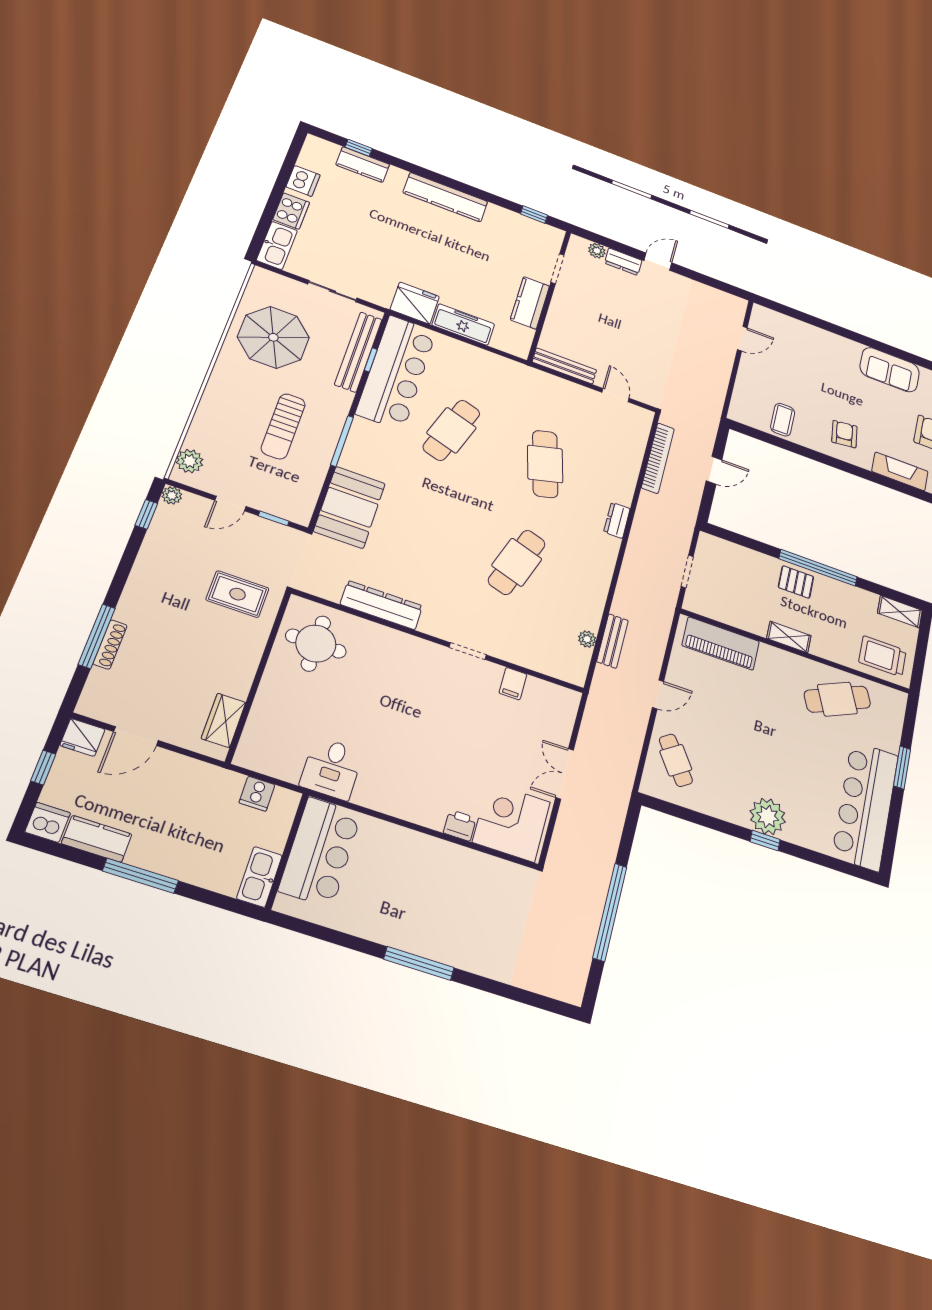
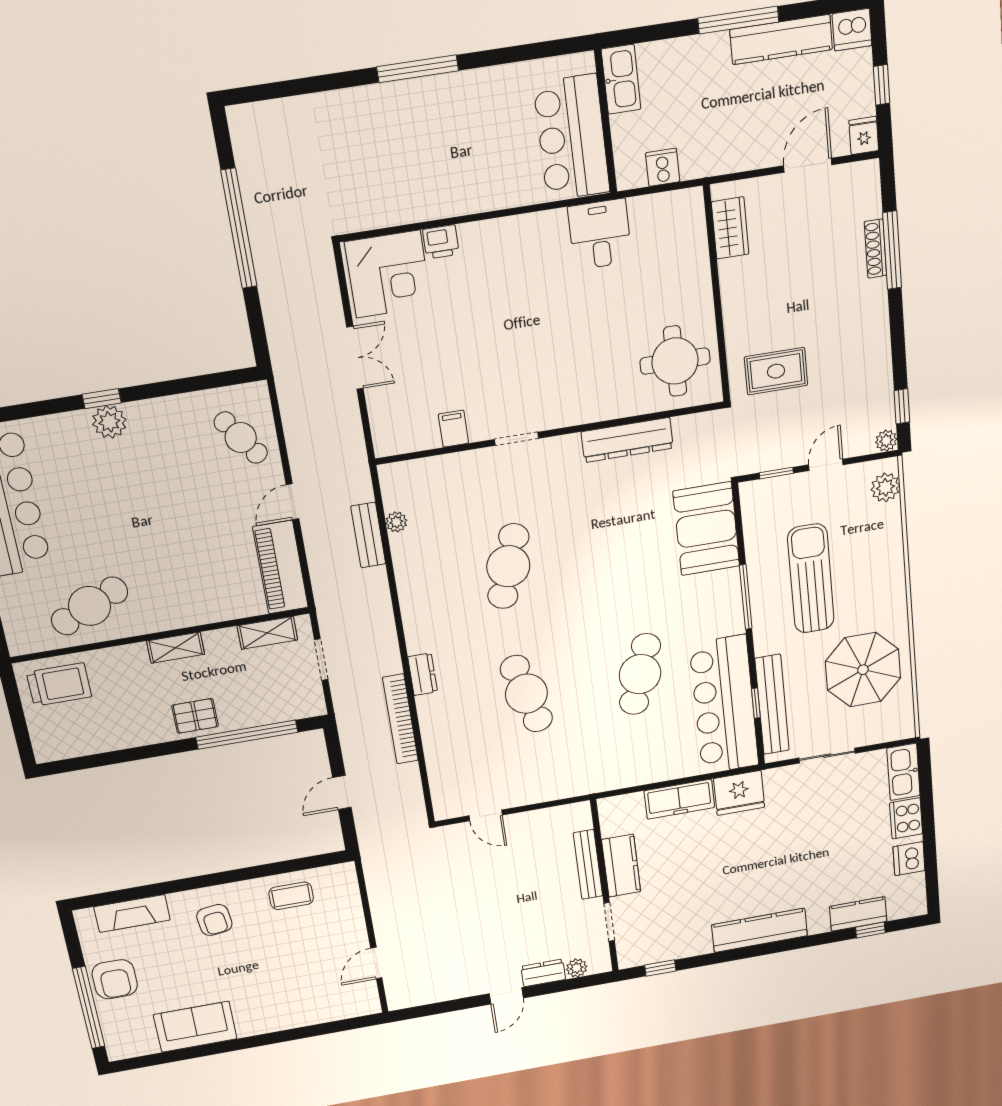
bench: (564, 366) -> (588, 864), moved, turned 90
coffee table: (783, 420) -> (291, 896), turned 90
sun lounger: (283, 426) -> (811, 579), width x1.36, depth x1.34
bookcase: (658, 458) -> (400, 719), moved
window: (818, 568) -> (247, 735), moved
shelving: (900, 612) -> (267, 633), moved
piano: (721, 643) -> (281, 567), moved, turned -90
fridge: (82, 737) -> (864, 135), width x0.72
plant: (768, 816) -> (109, 422), width x0.73, depth x0.73
kitchen counter: (97, 839) -> (781, 40), width x1.50

